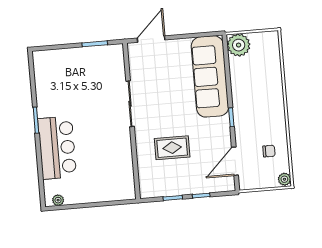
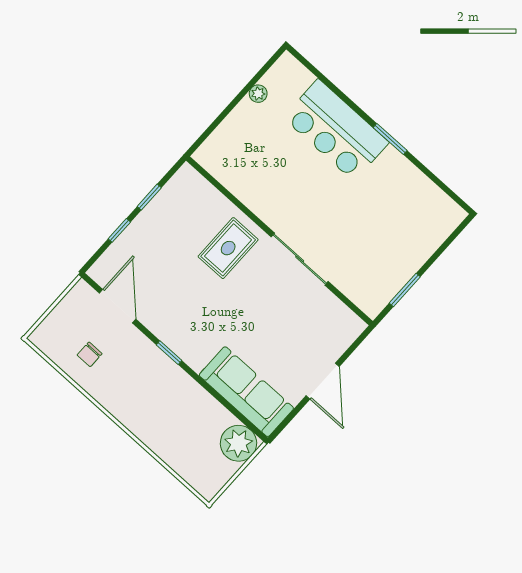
door: (151, 39) -> (323, 381), moved
sofa: (210, 76) -> (246, 392), width x0.74, depth x0.79
rug: (172, 148) -> (228, 248), moved
plant: (284, 179) -> (41, 339), removed
plant: (58, 200) -> (258, 94), moved

